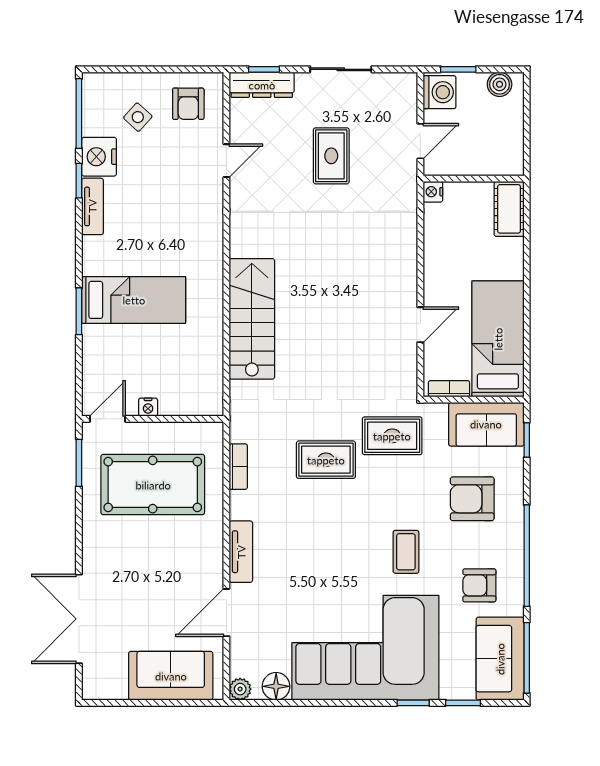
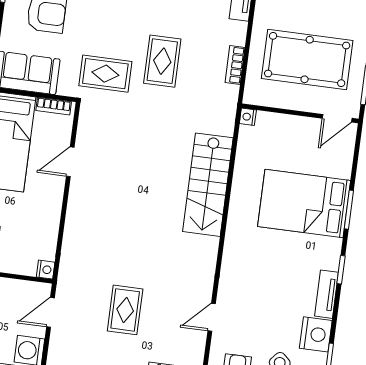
window: (79, 181) -> (341, 270), moved
bed: (134, 300) -> (304, 203), width x1.50
nightstand: (148, 407) -> (248, 117), moved, turned -90
rug: (326, 460) -> (162, 61), turned 90

